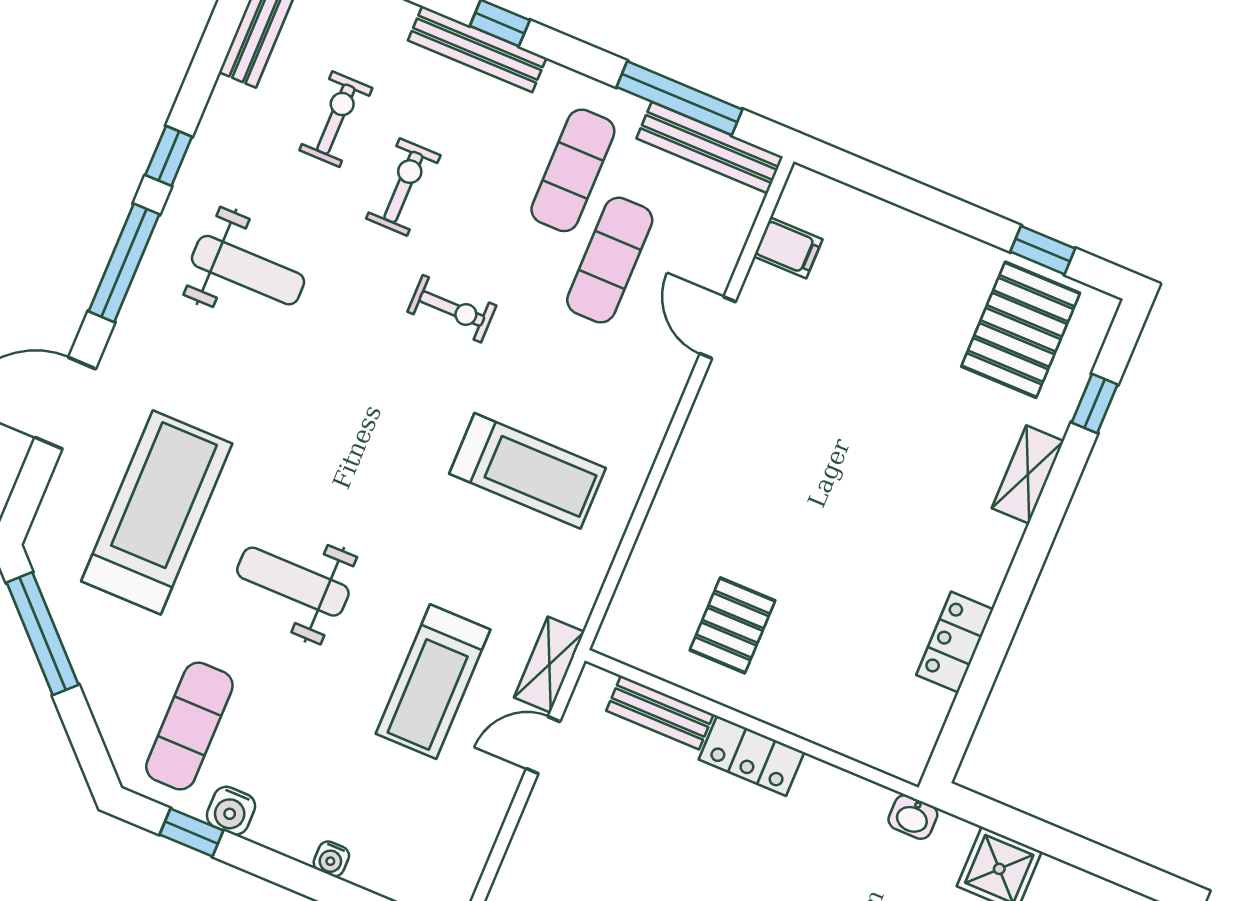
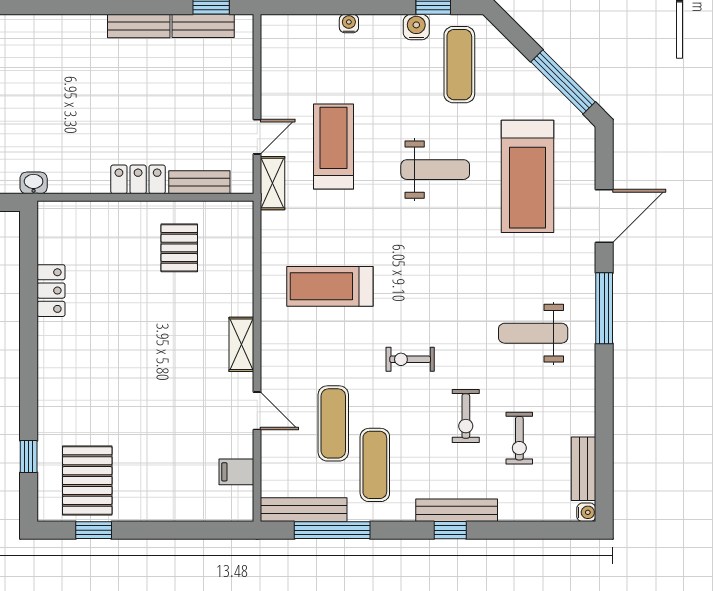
window: (169, 156) -> (604, 378), removed
shelving: (1028, 475) -> (241, 344), moved

